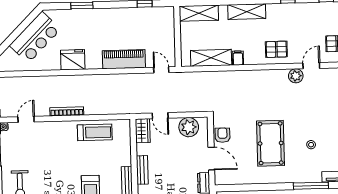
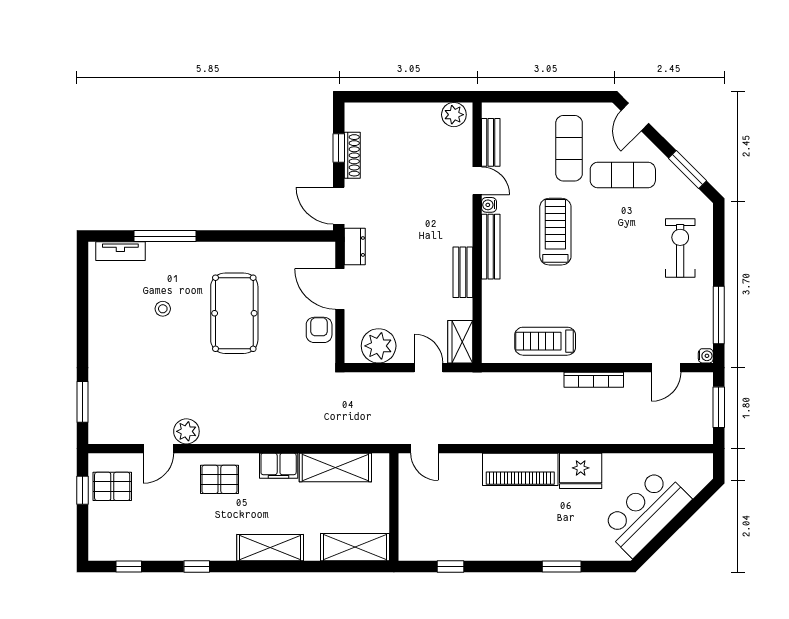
filing cabinet: (238, 58) -> (279, 466), width x2.00
piano: (124, 59) -> (520, 469), moved
armchair: (223, 135) -> (319, 330), turned 180

